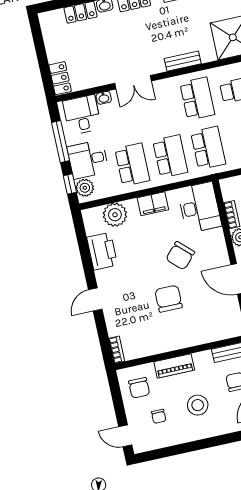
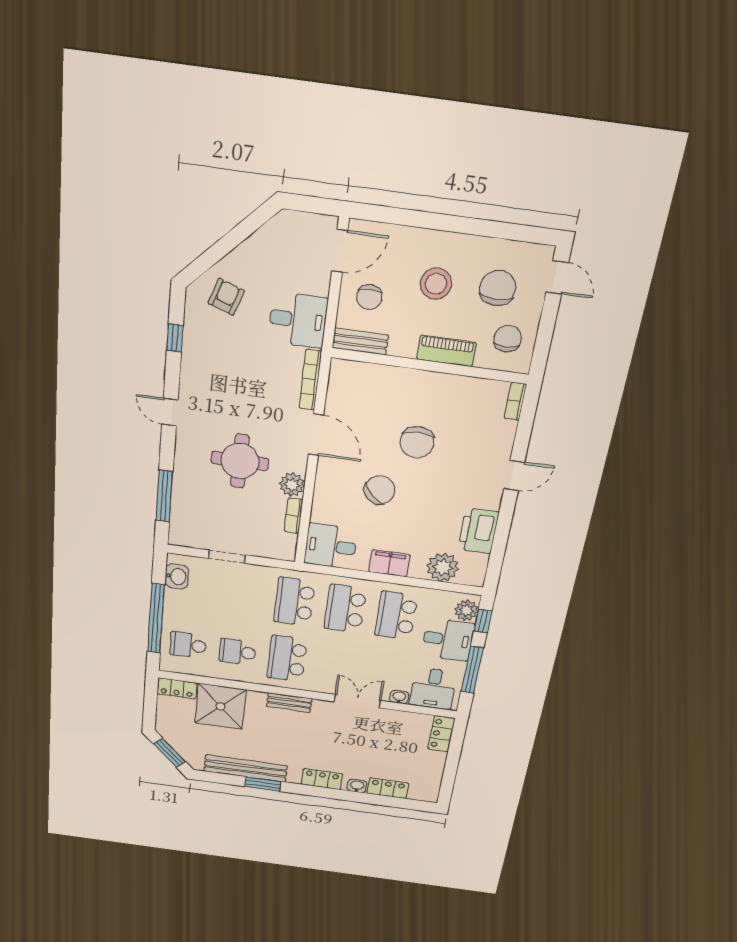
desk: (199, 207) -> (331, 546), width x0.73
chair: (159, 416) -> (498, 288), width x1.87, depth x1.87

